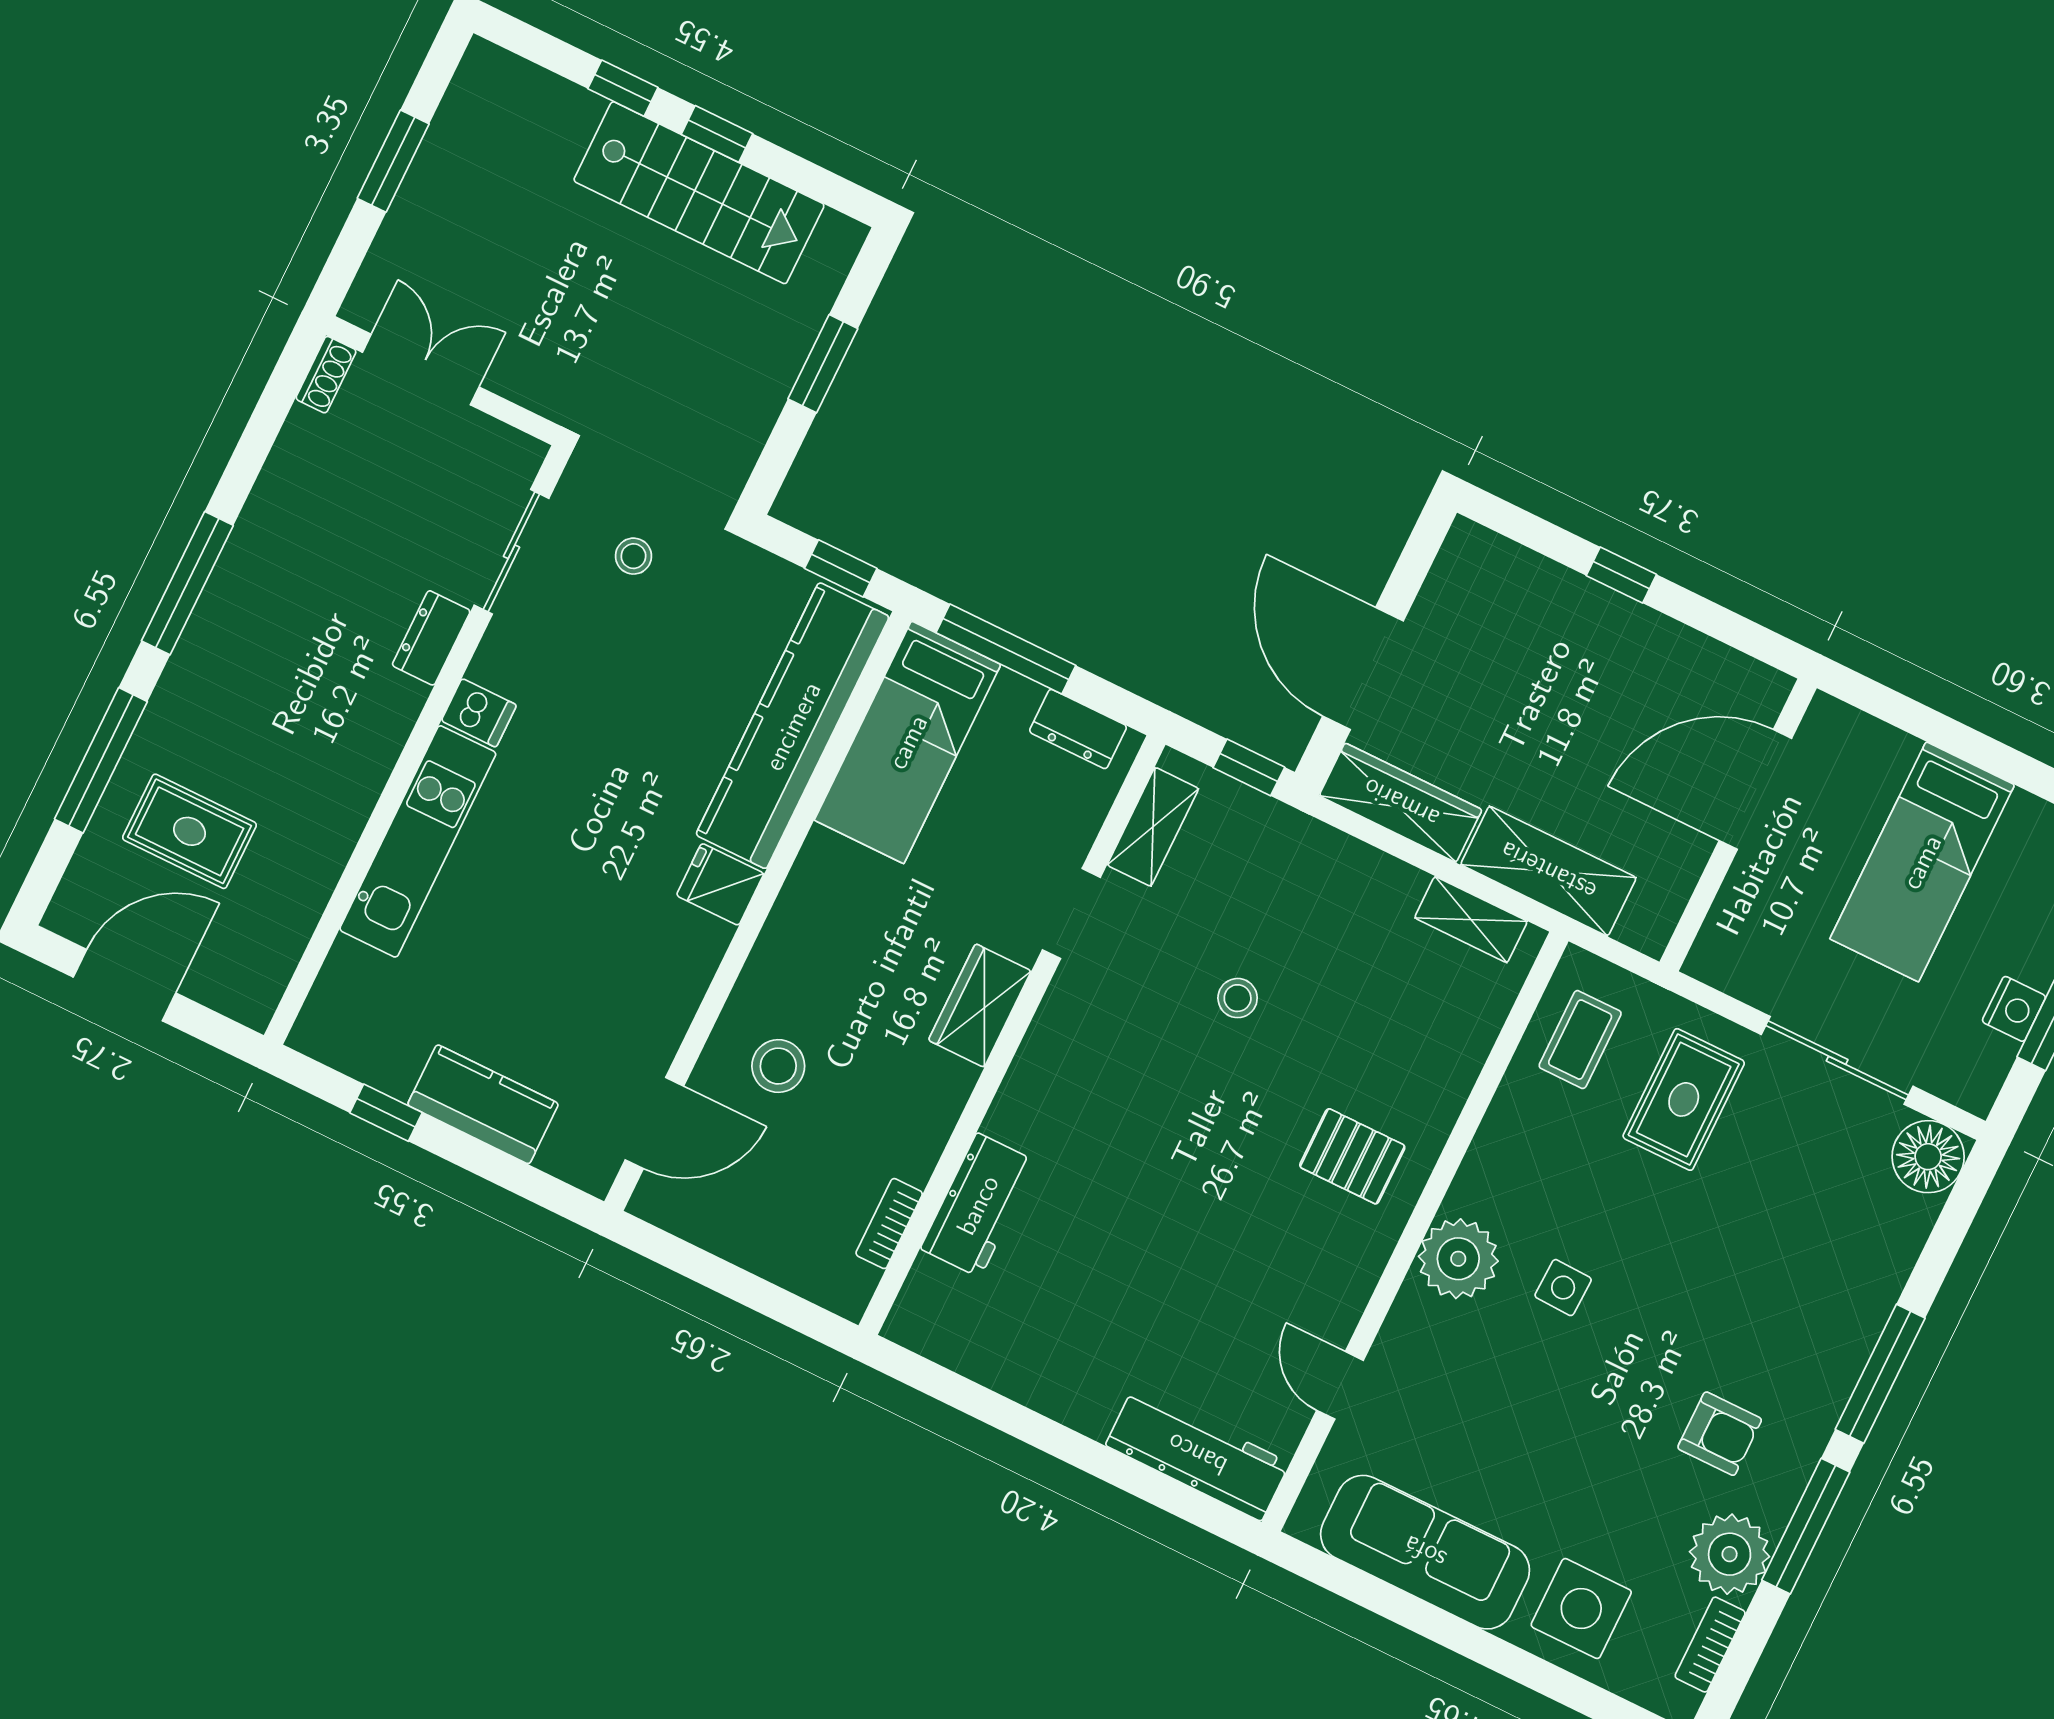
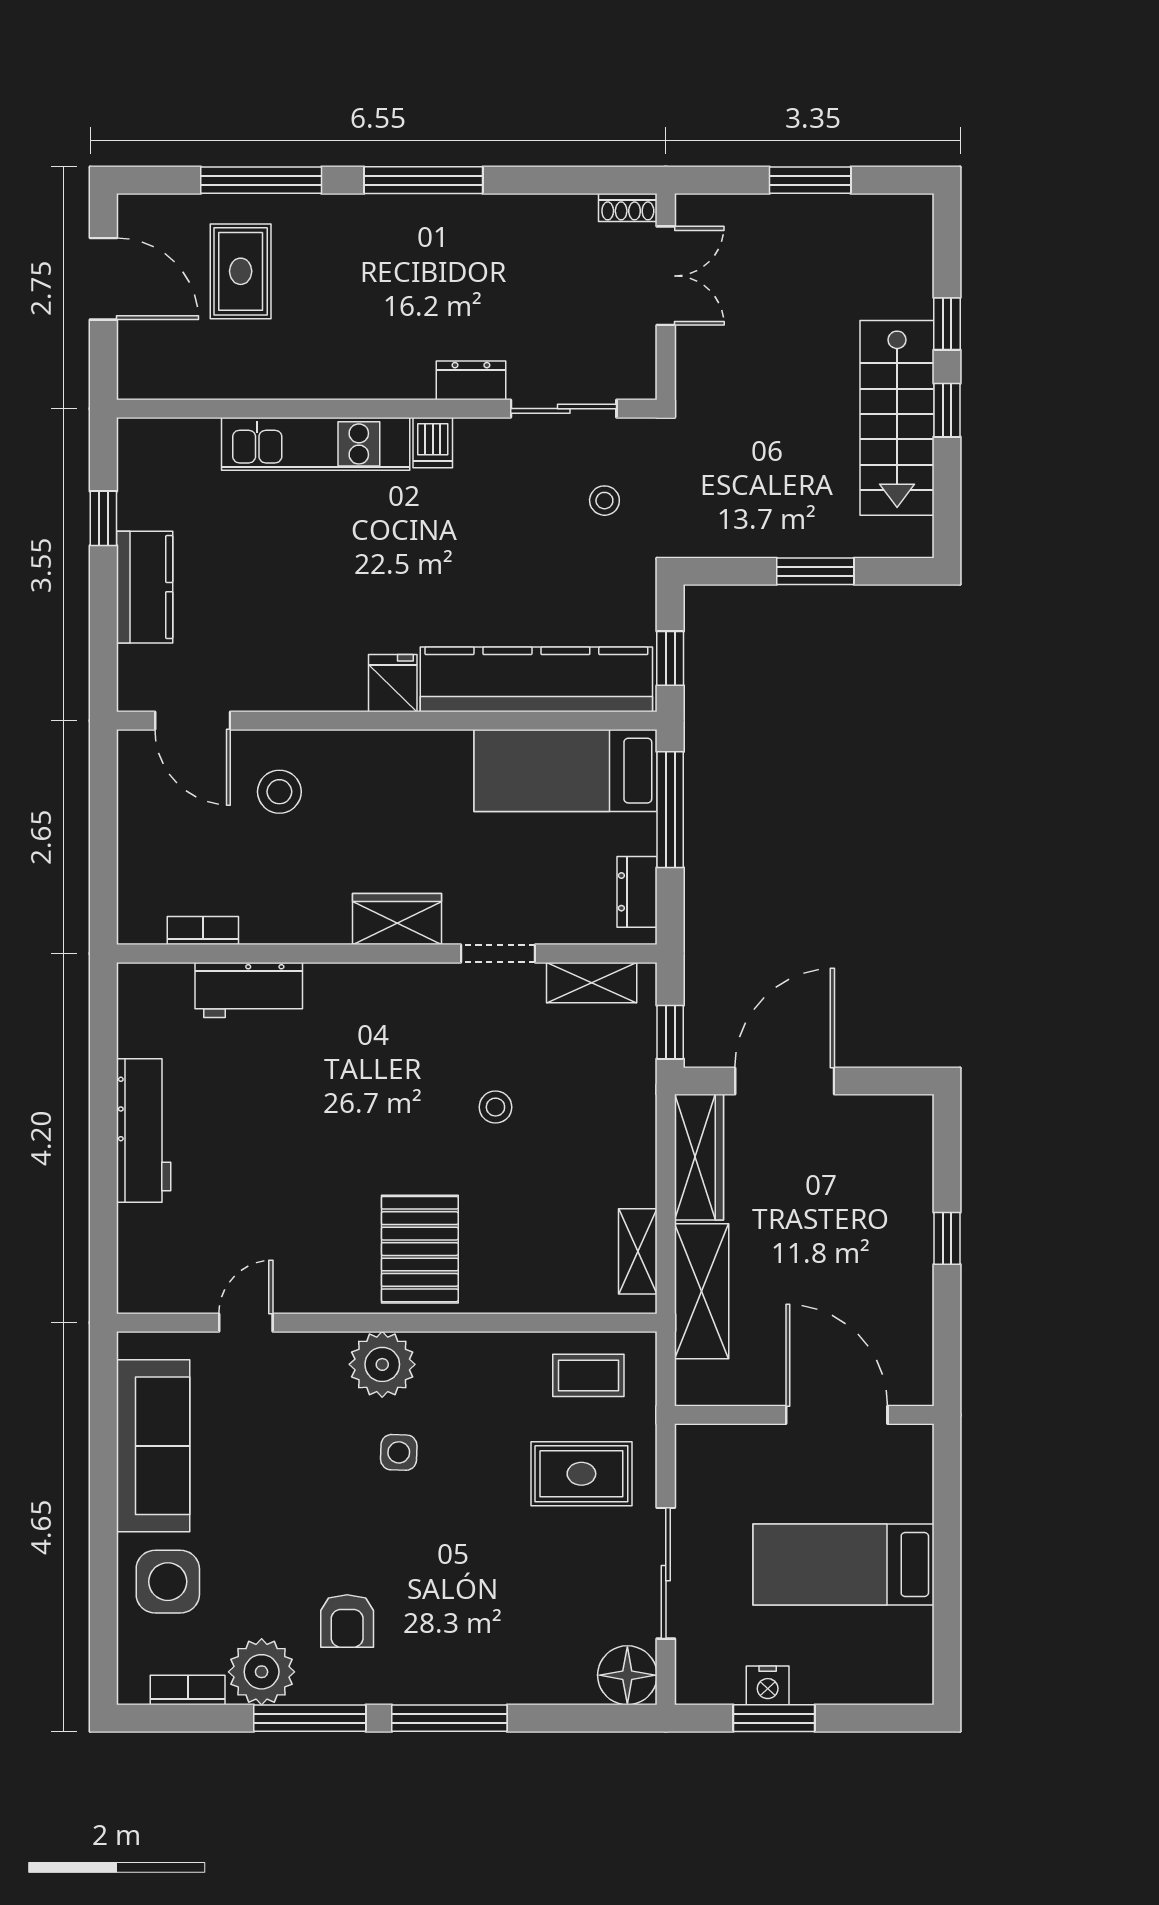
pallet: (1352, 1156) -> (420, 1249), width x1.50, depth x1.42
workbench: (1197, 1454) -> (144, 1131), moved

